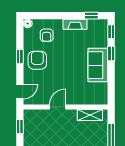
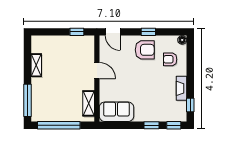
sofa: (98, 65) -> (116, 112), moved

